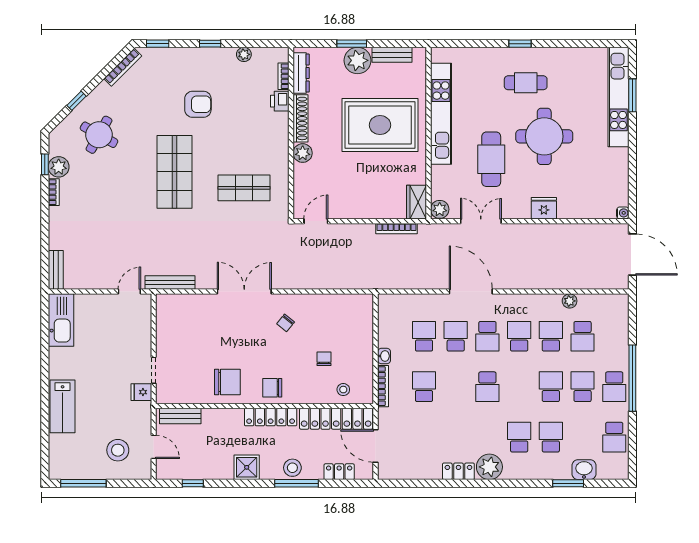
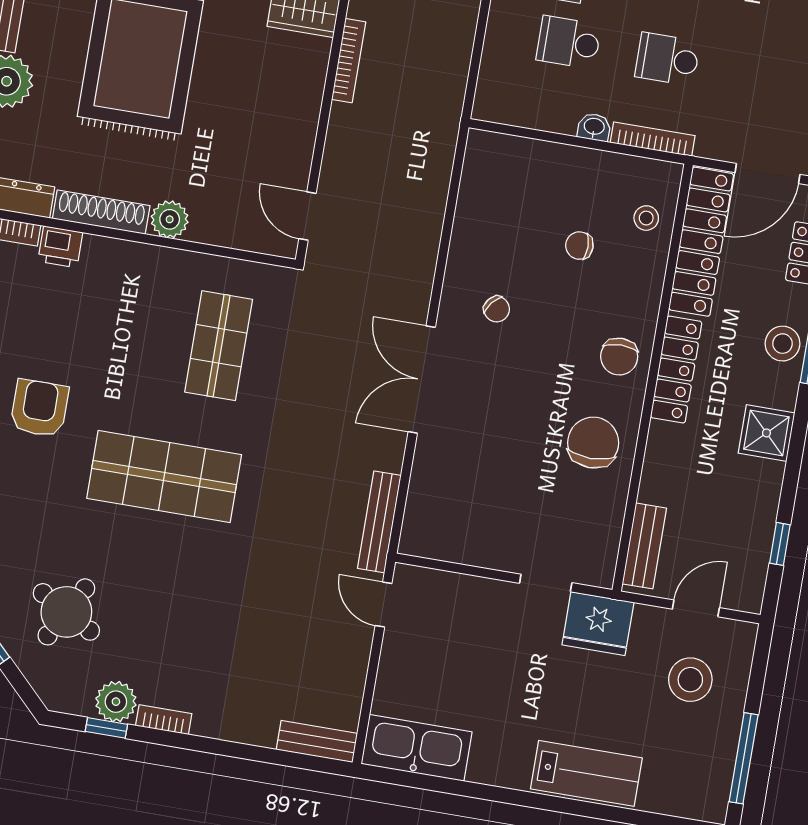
fridge: (141, 392) -> (598, 624), width x1.88, depth x1.34

